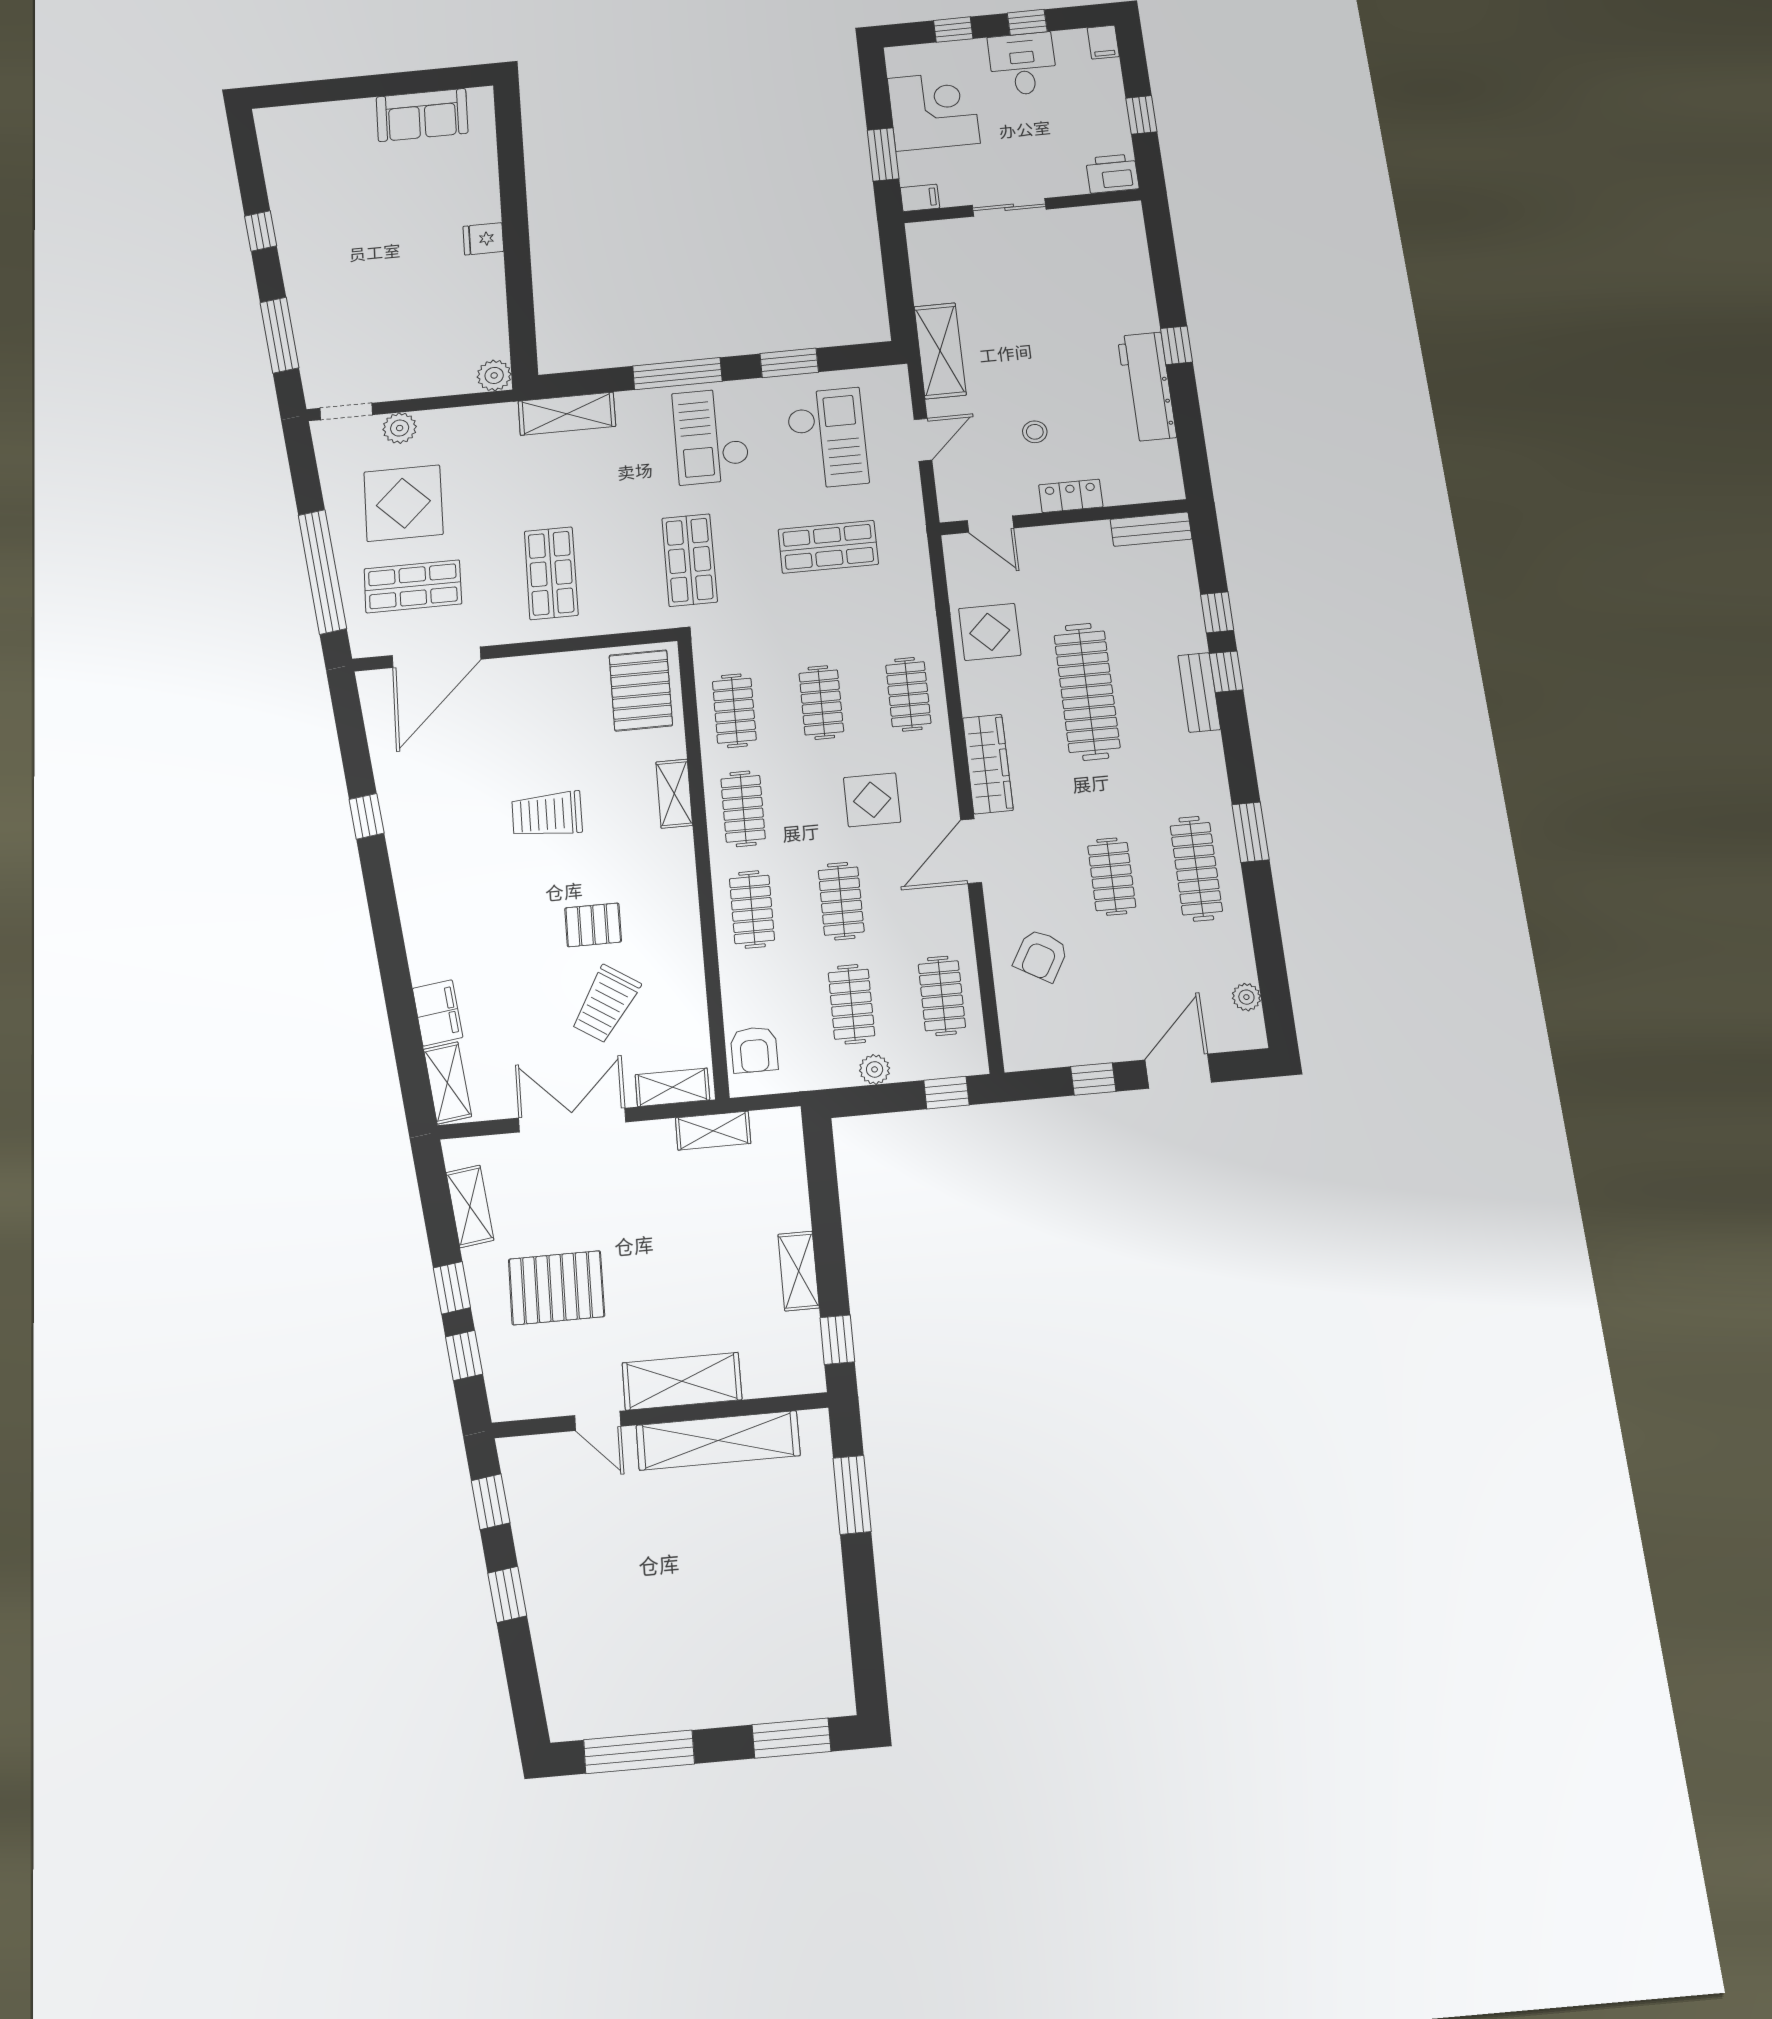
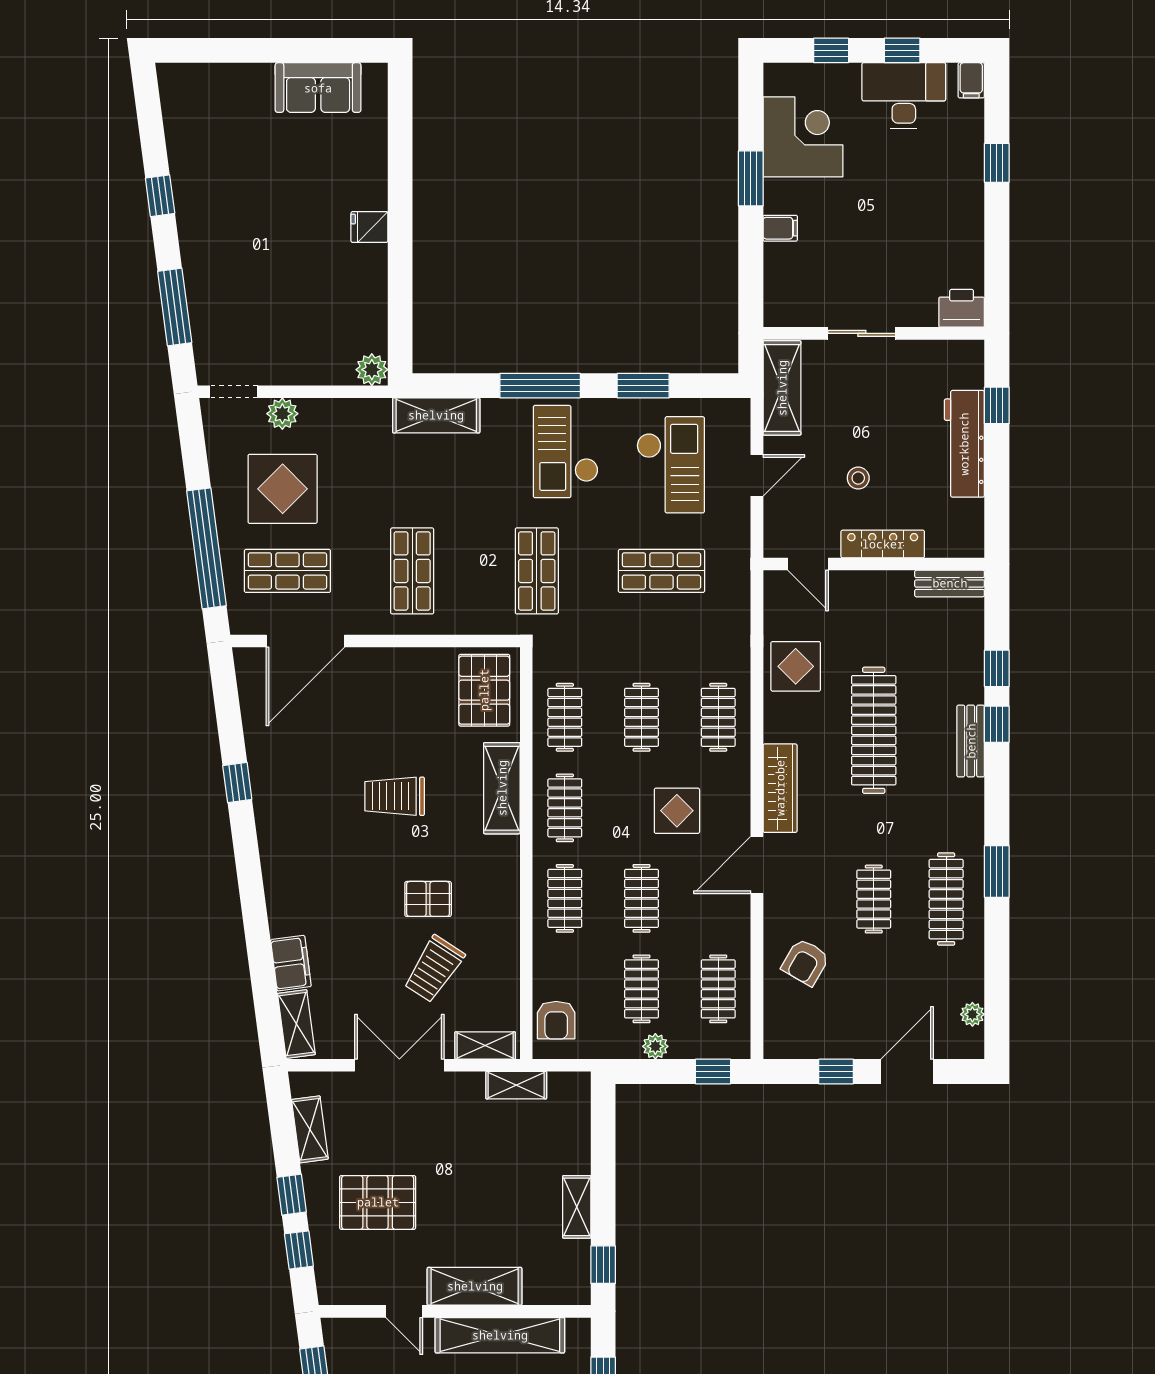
desk: (1023, 64) -> (904, 96), width x1.37
printer: (1112, 173) -> (962, 308), moved
wall: (1022, 206) -> (874, 333), moved
sliding door: (1009, 207) -> (862, 333), moved
locker: (1071, 496) -> (883, 544), width x1.53
shelving: (674, 794) -> (502, 788), width x1.50, depth x1.33

